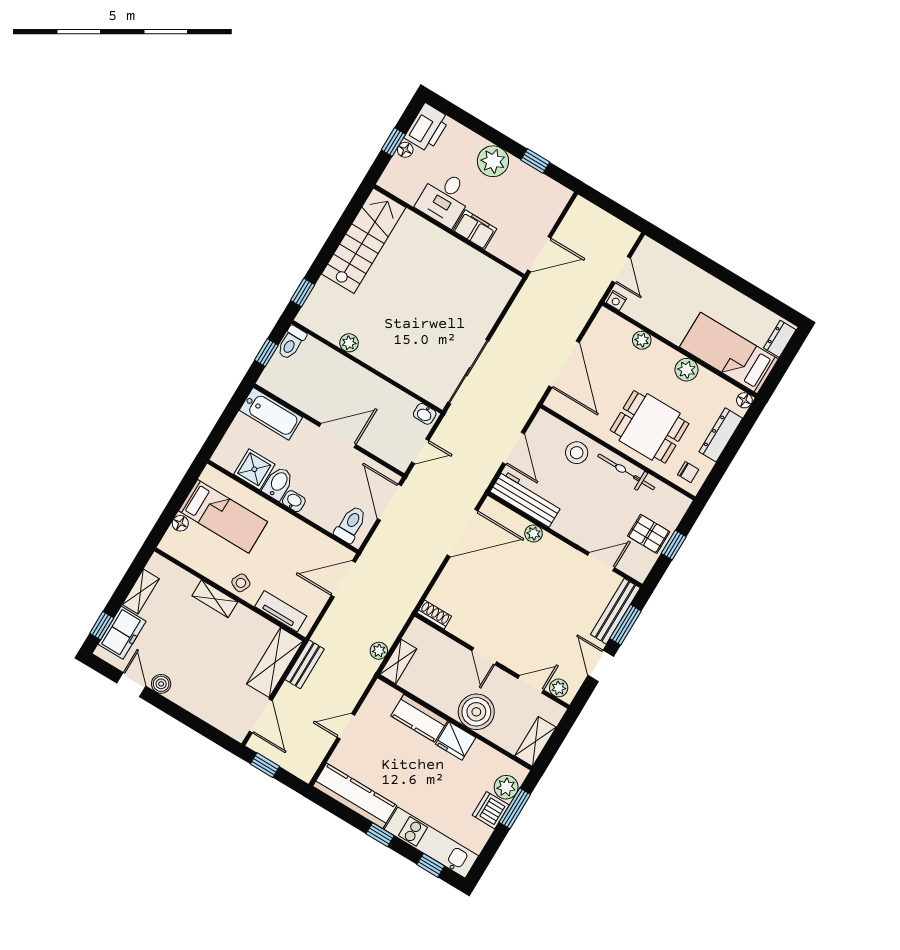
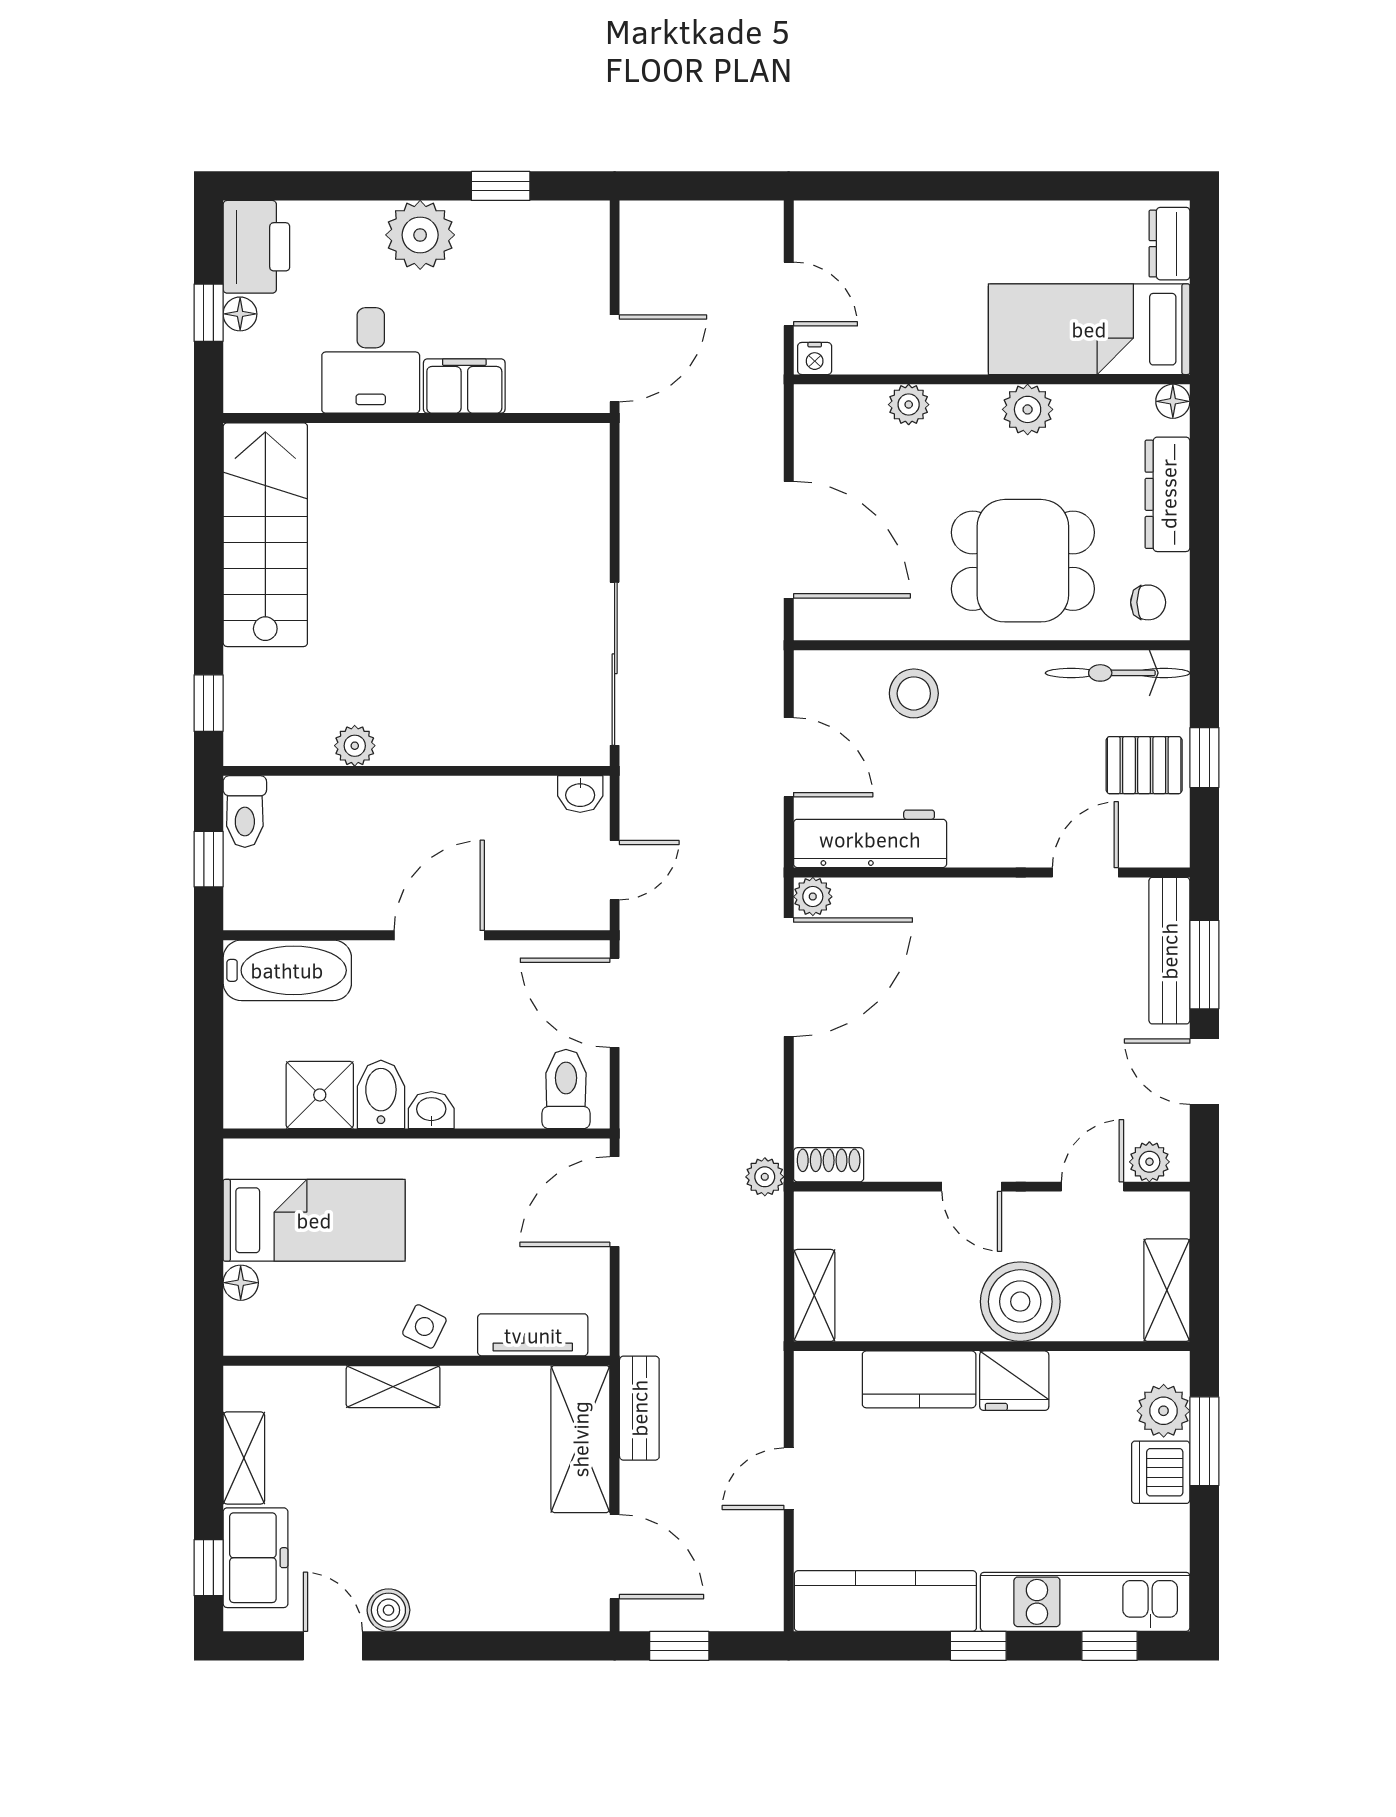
bicycle: (626, 472) -> (1118, 673), moved
plant: (534, 533) -> (813, 897), moved
plant: (379, 651) -> (765, 1177), moved

